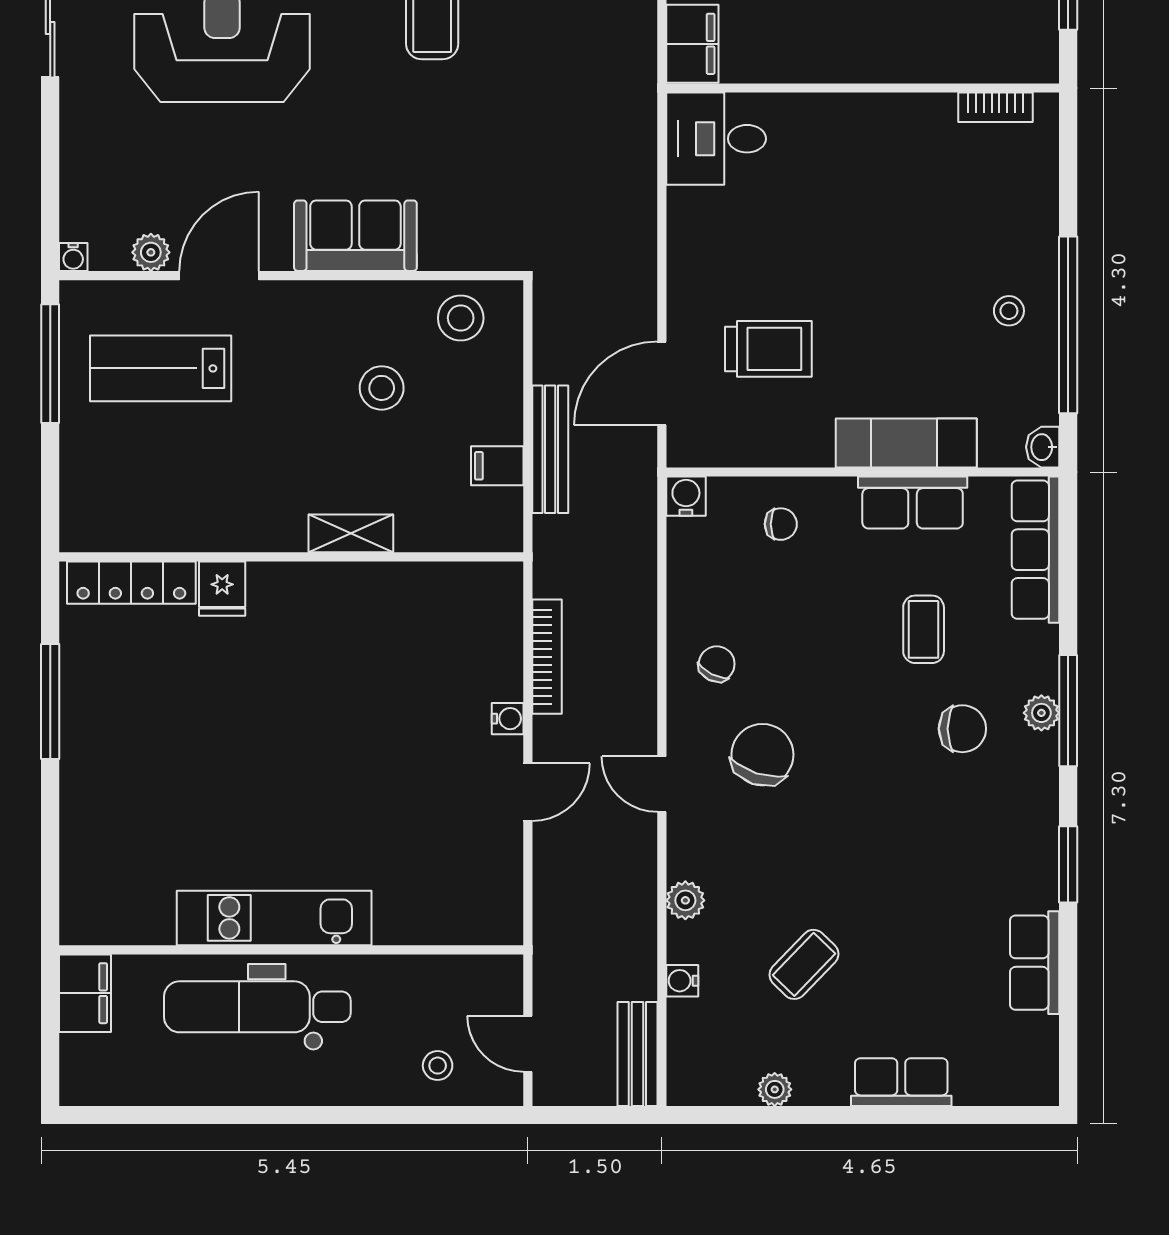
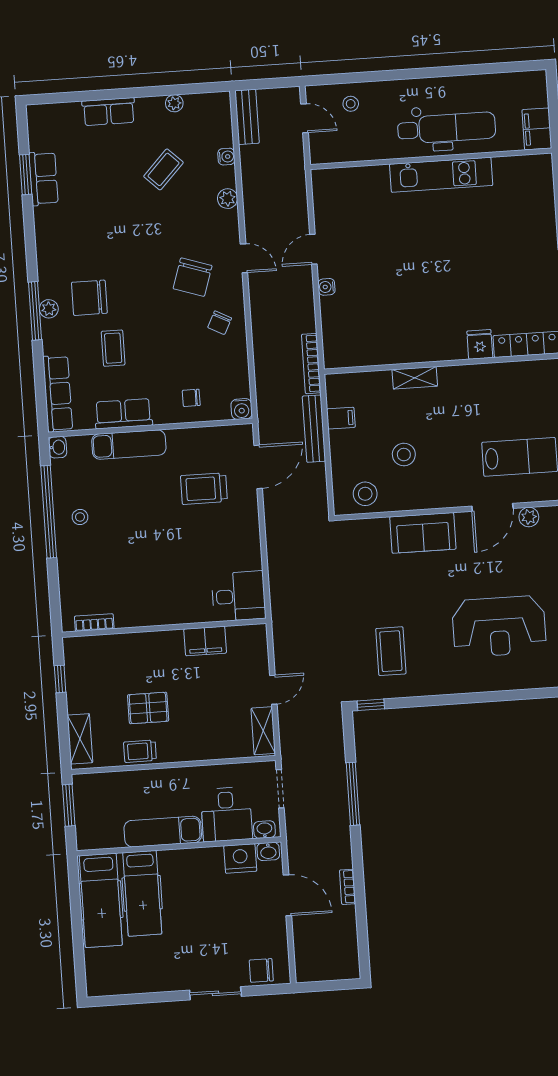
filing cabinet: (692, 44) -> (205, 641), moved, turned -90
bookcase: (547, 657) -> (311, 364), moved
chair: (962, 729) -> (89, 298), width x1.37, depth x1.37
window: (1068, 864) -> (26, 175), moved

